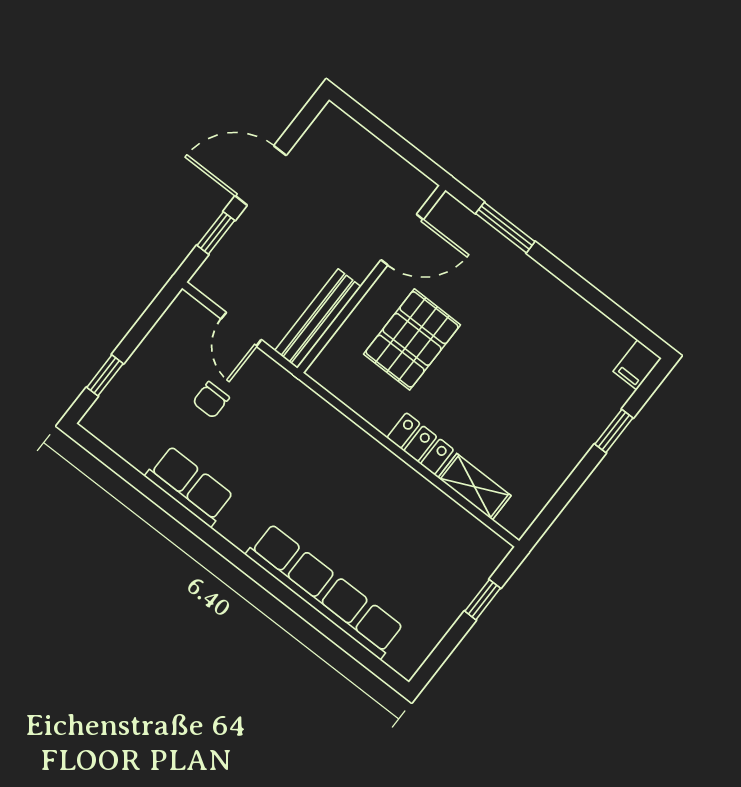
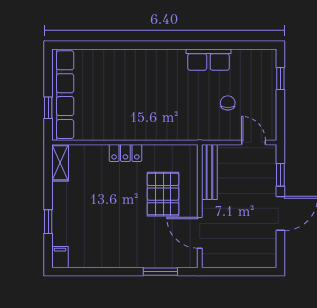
door: (402, 240) -> (200, 233), hinge flipped
door: (241, 329) -> (254, 142), moved
shelving: (474, 487) -> (60, 163), moved, turned 90
row of seats: (325, 591) -> (63, 95), moved, turned -90

